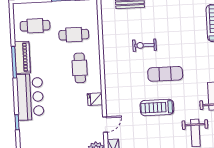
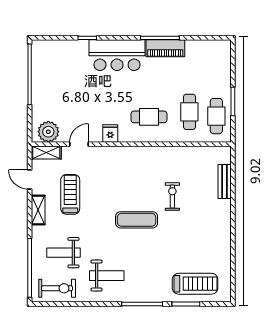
cafe table: (35, 26) -> (216, 116), moved
exercise mat: (165, 74) -> (137, 220), turned 90
treadmill: (157, 107) -> (70, 194), moved
door: (105, 125) -> (79, 144), swing flipped

